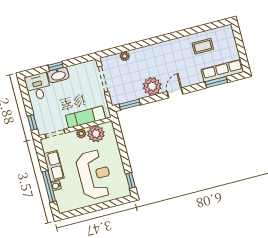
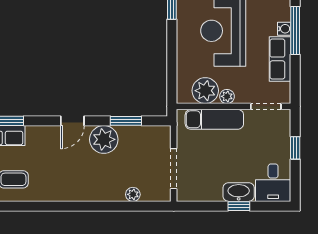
window: (130, 105) -> (126, 121), moved
window: (32, 122) -> (295, 148), moved

